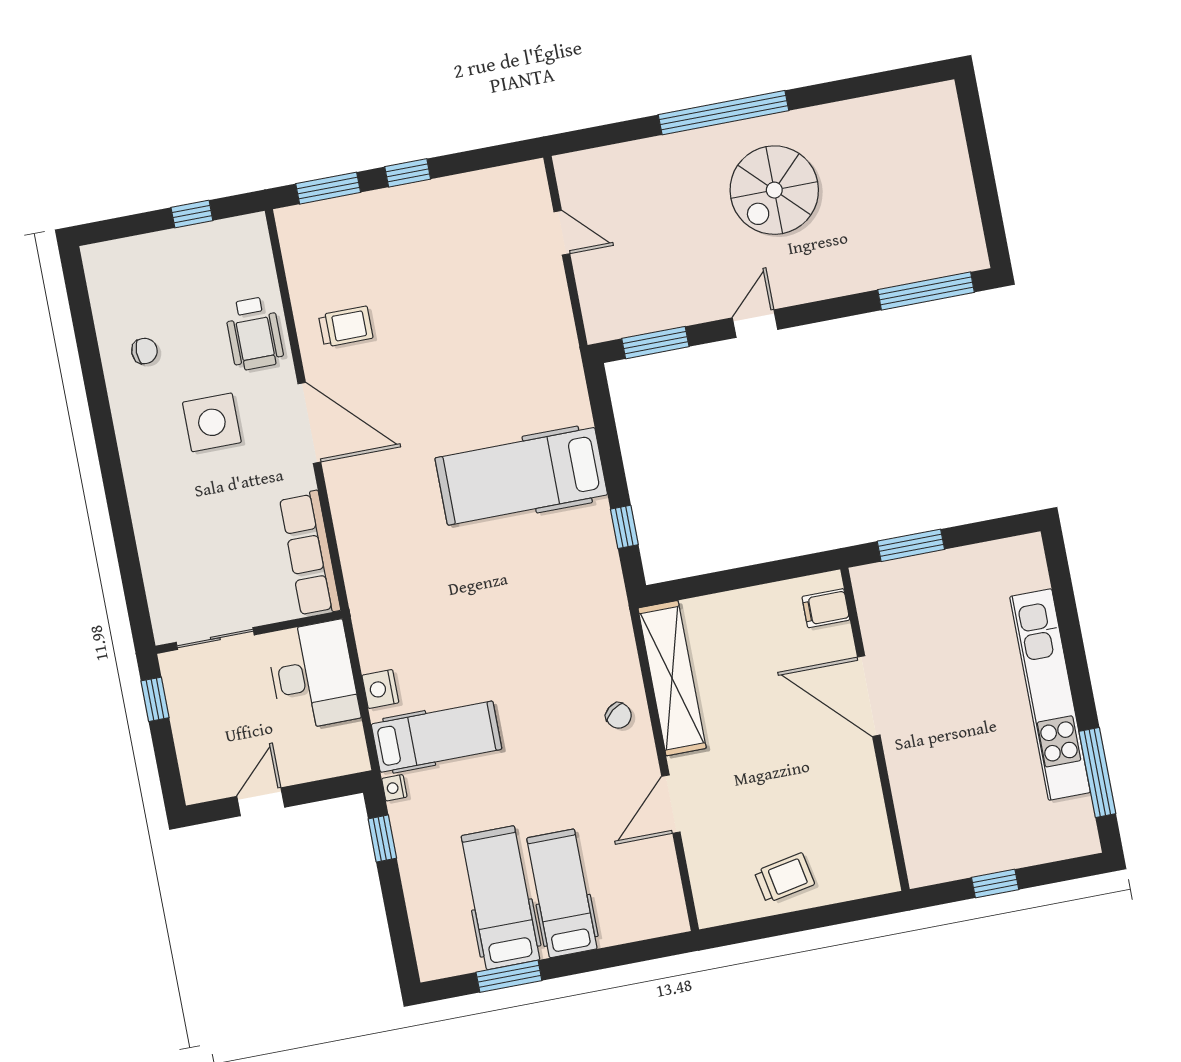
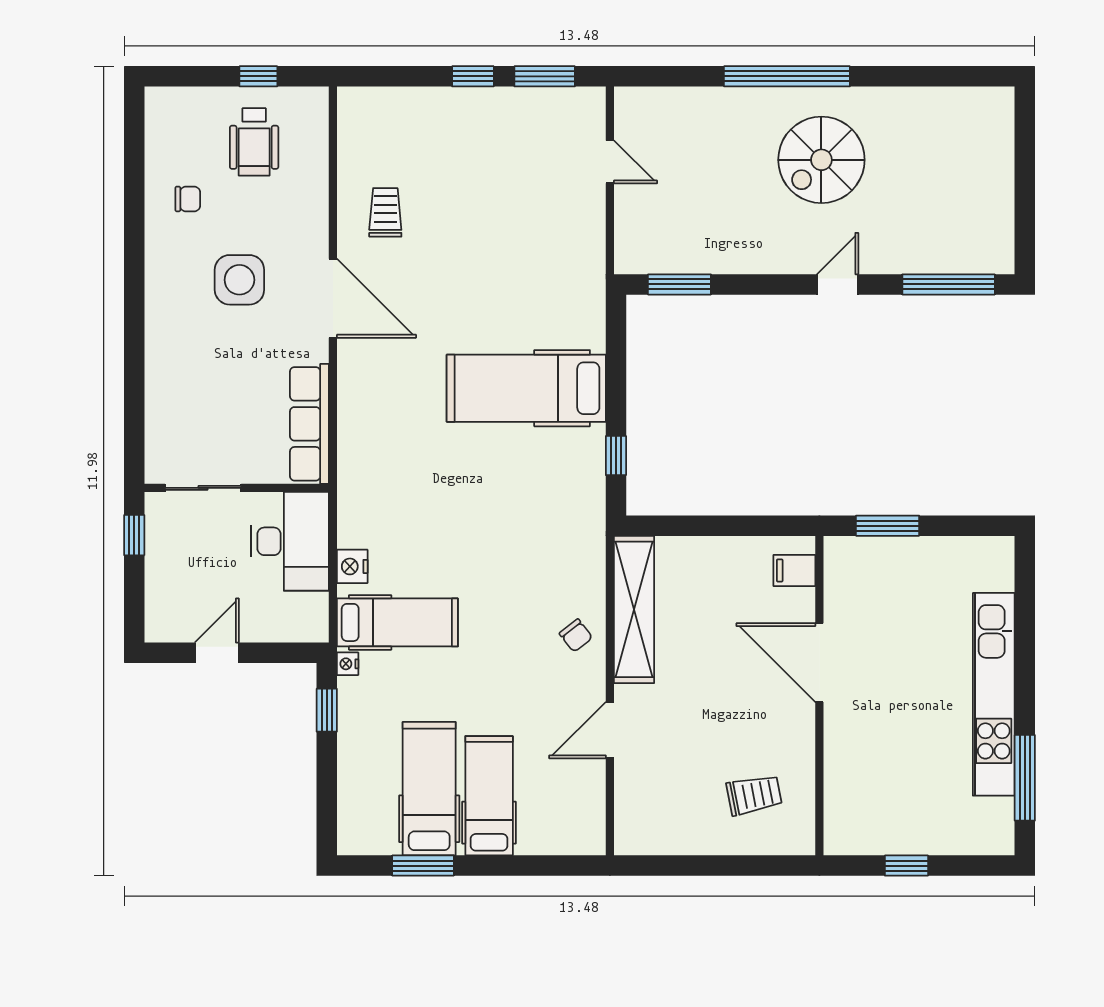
window: (328, 188) -> (545, 76), moved
door: (755, 324) -> (838, 284), moved
trolley: (346, 327) -> (385, 212), turned -90
wheelchair: (254, 333) -> (254, 142), moved
trolley: (784, 878) -> (754, 795), moved

